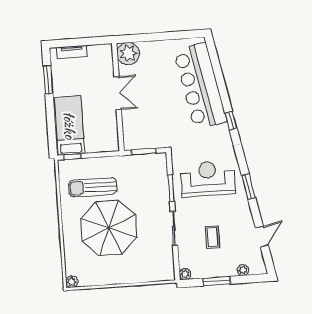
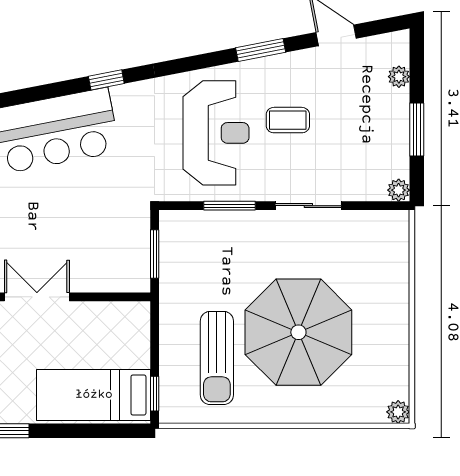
reception desk: (208, 179) -> (216, 133), turned 180
window: (248, 187) -> (261, 50), moved
coffee table: (212, 237) -> (288, 120), moved

